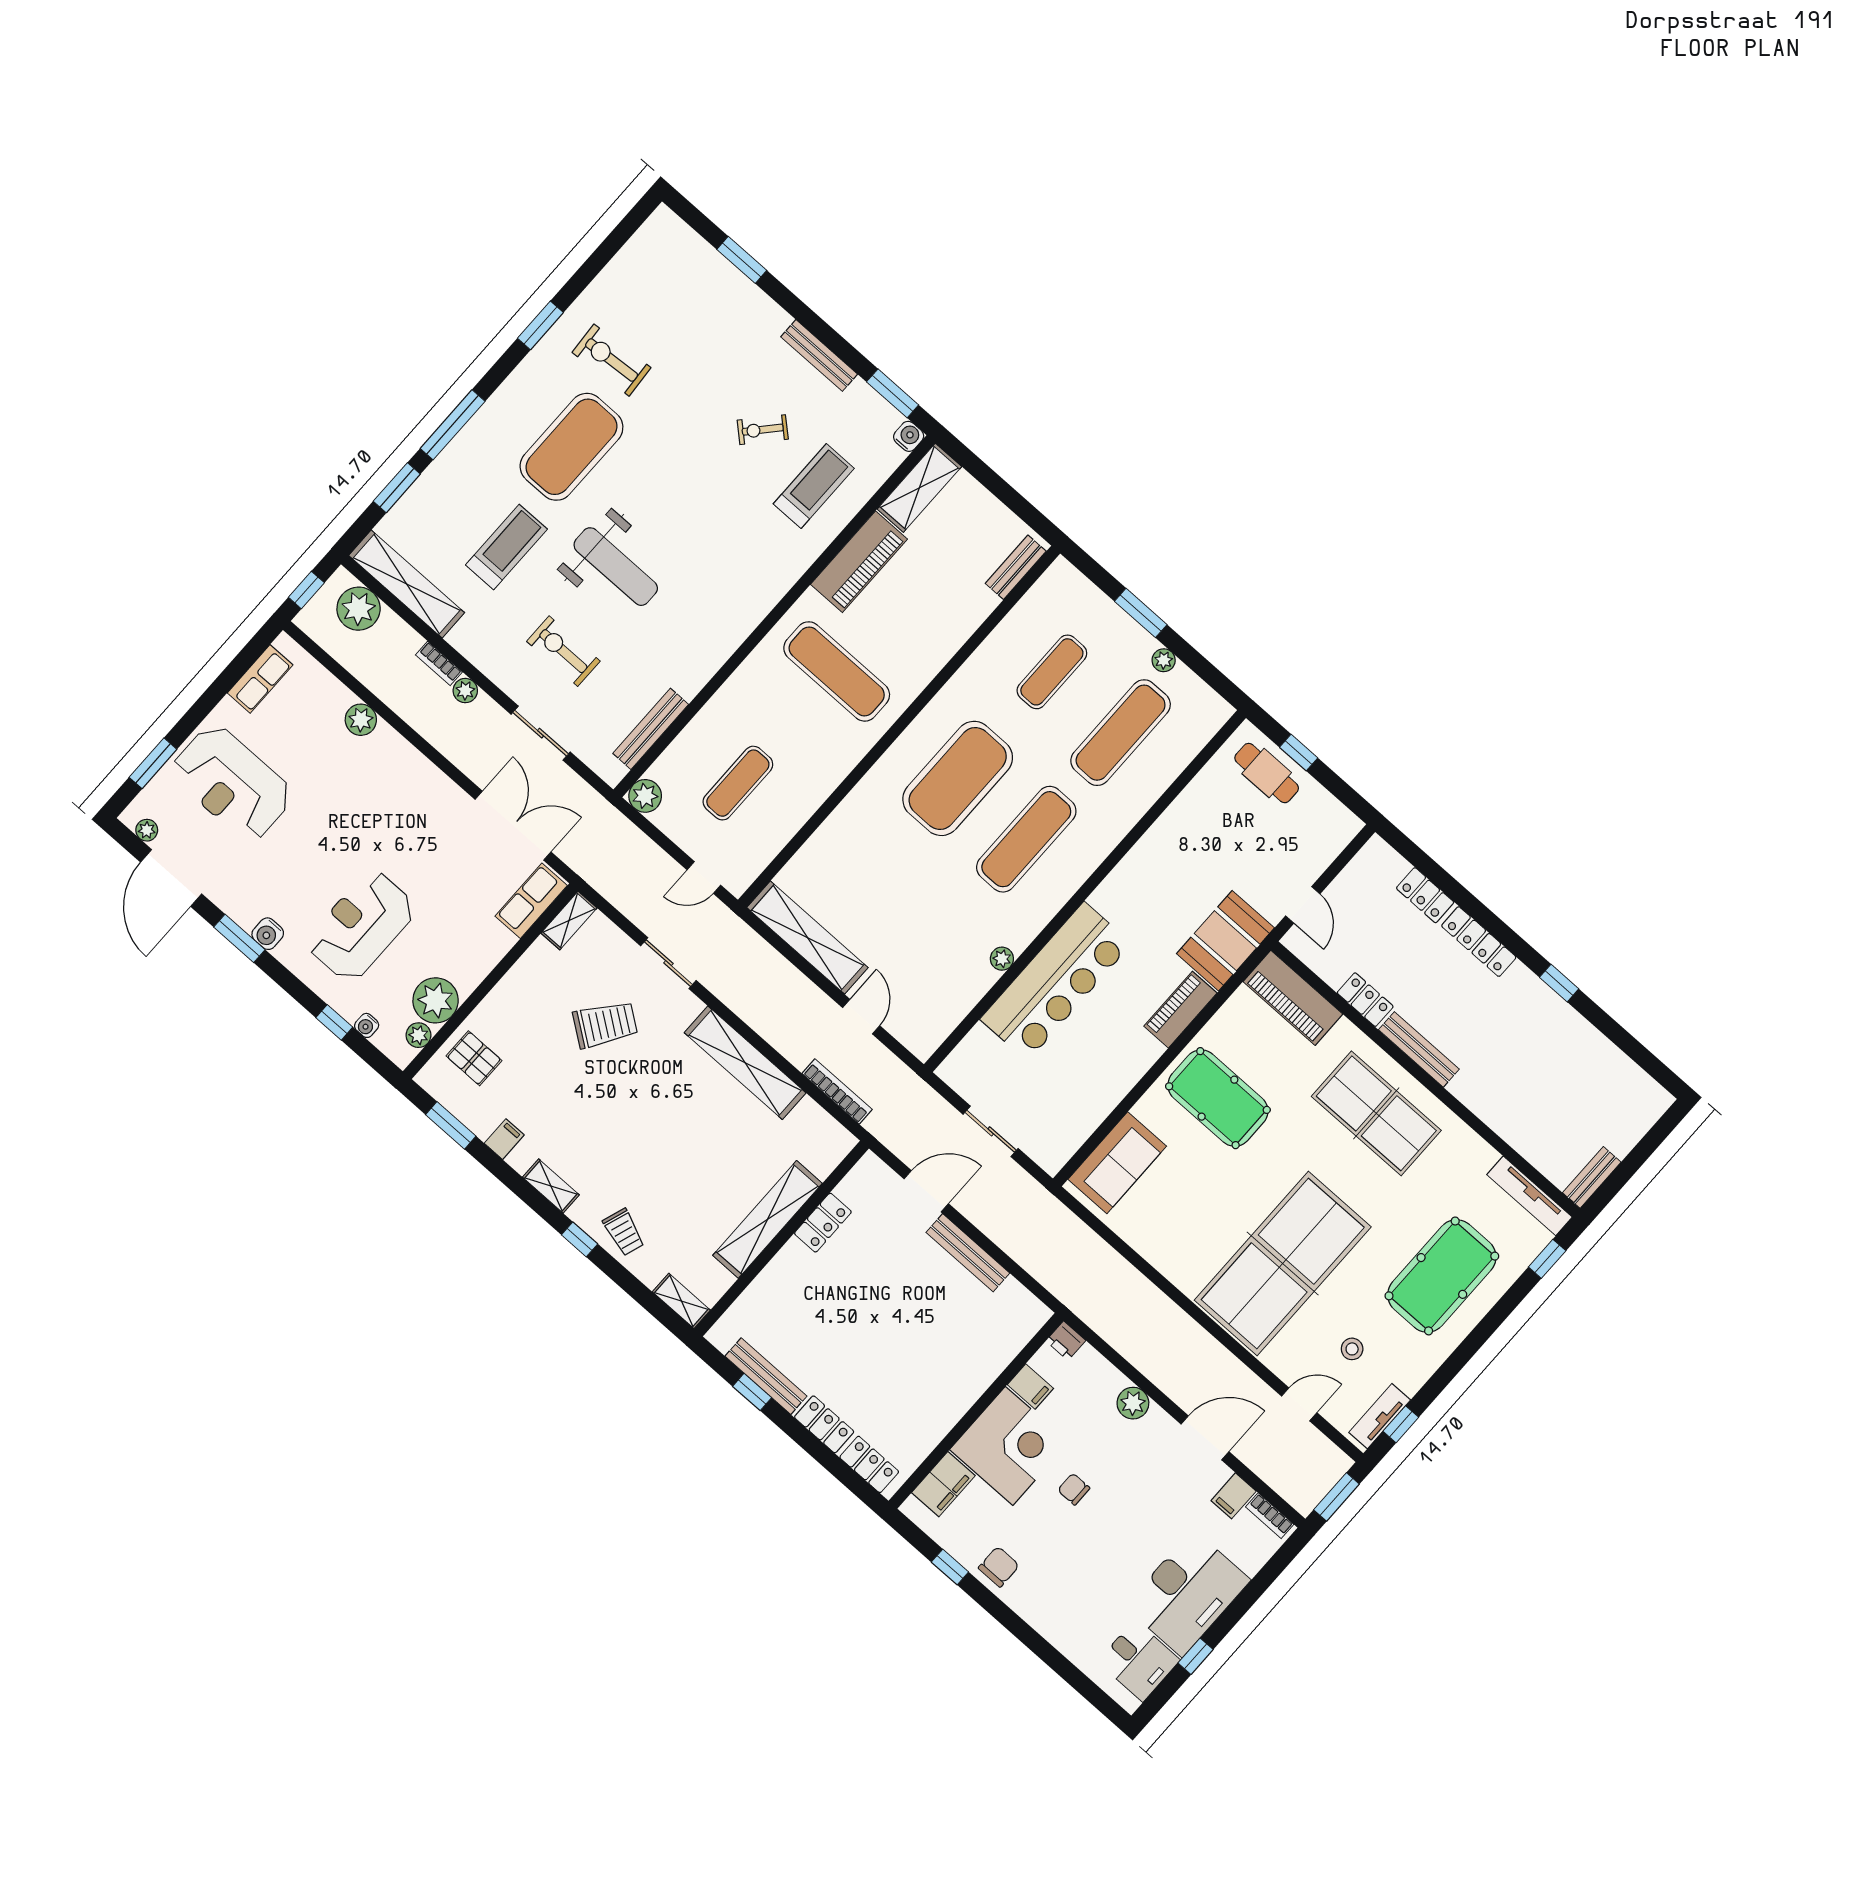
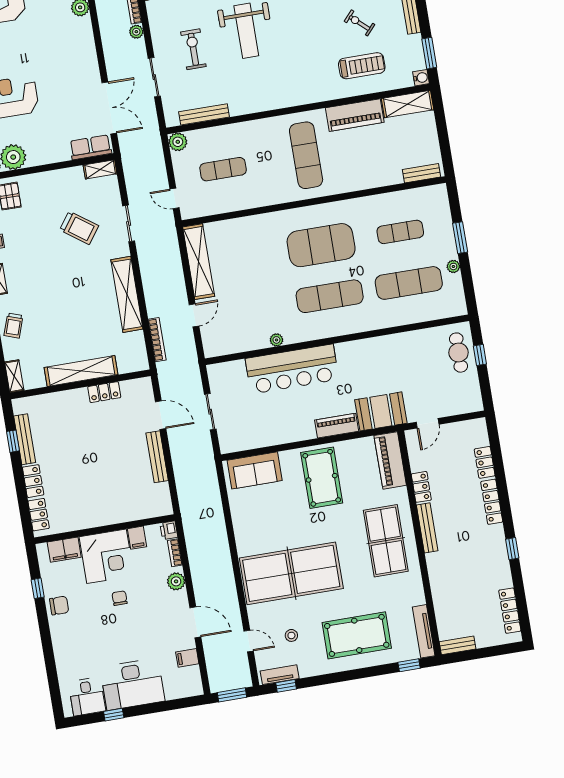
locker: (1625, 1071) -> (510, 611), added
bookcase: (1270, 1516) -> (175, 553), moved

